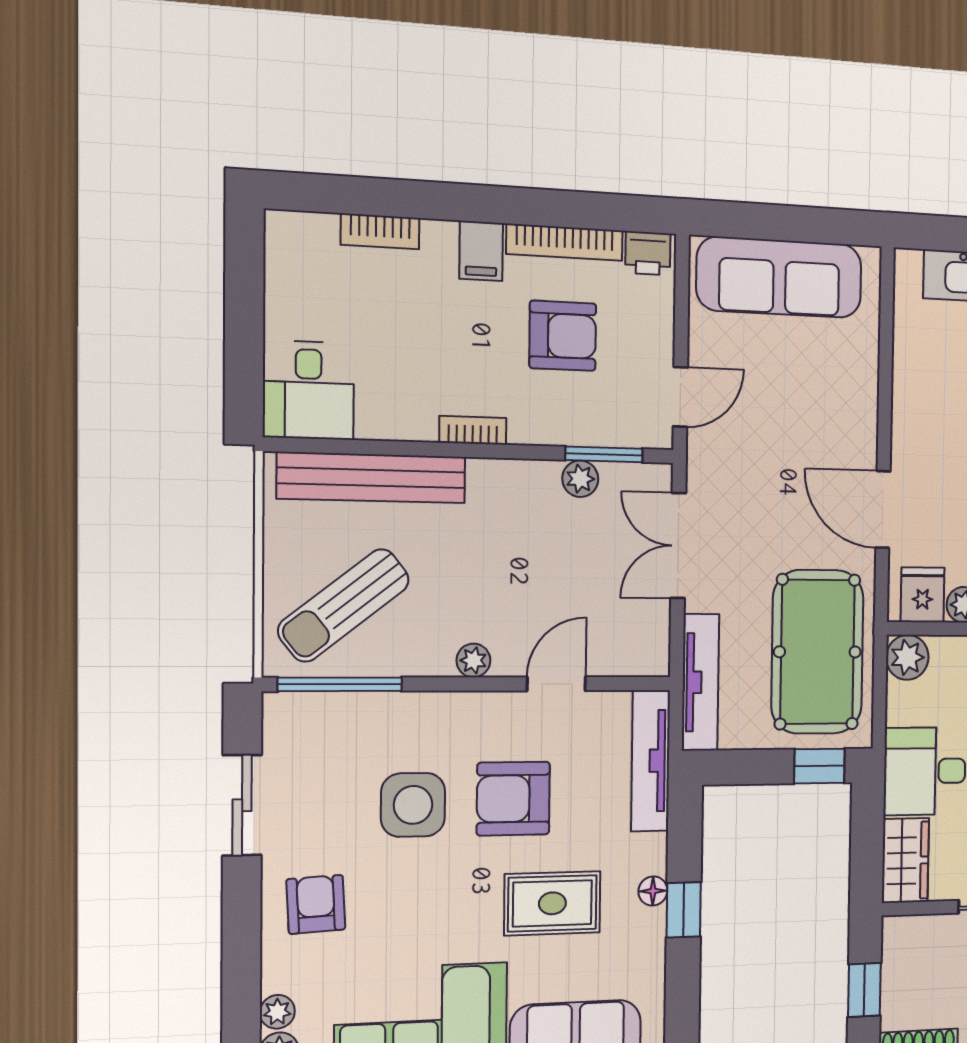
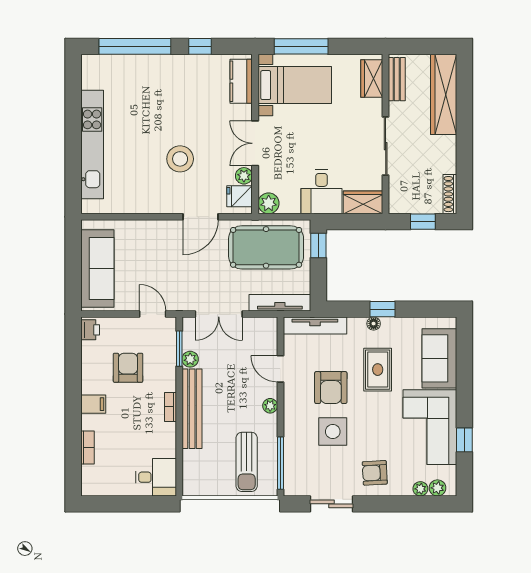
bookcase: (565, 242) -> (87, 367), removed
bench: (372, 478) -> (192, 409), moved
sun lounger: (344, 605) -> (247, 462), turned 38

